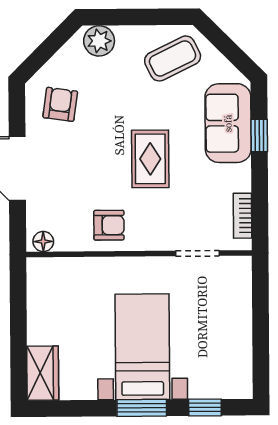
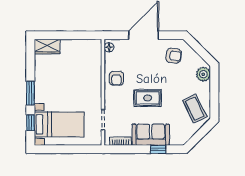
sofa: (228, 123) -> (151, 135), moved
bed with nightstands: (142, 347) -> (59, 124), moved

